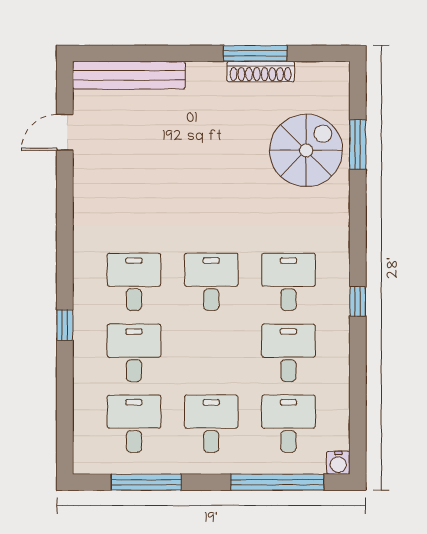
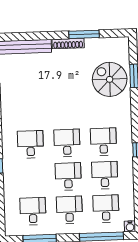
shoe rack: (261, 72) -> (68, 44), moved
spiral stairs: (306, 150) -> (110, 79), turned -90
desk: (134, 353) -> (68, 176), moved

